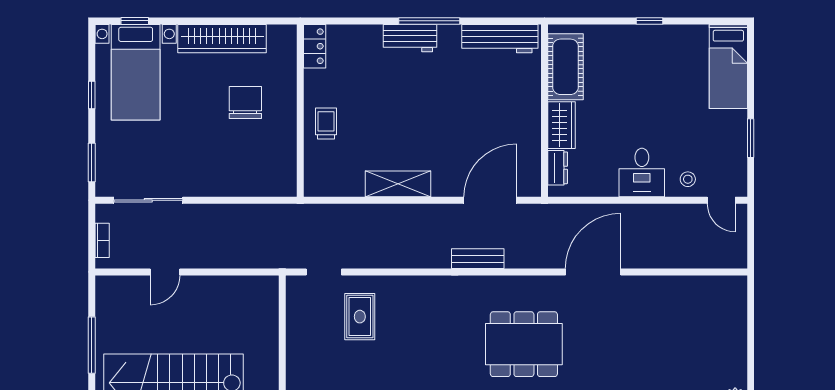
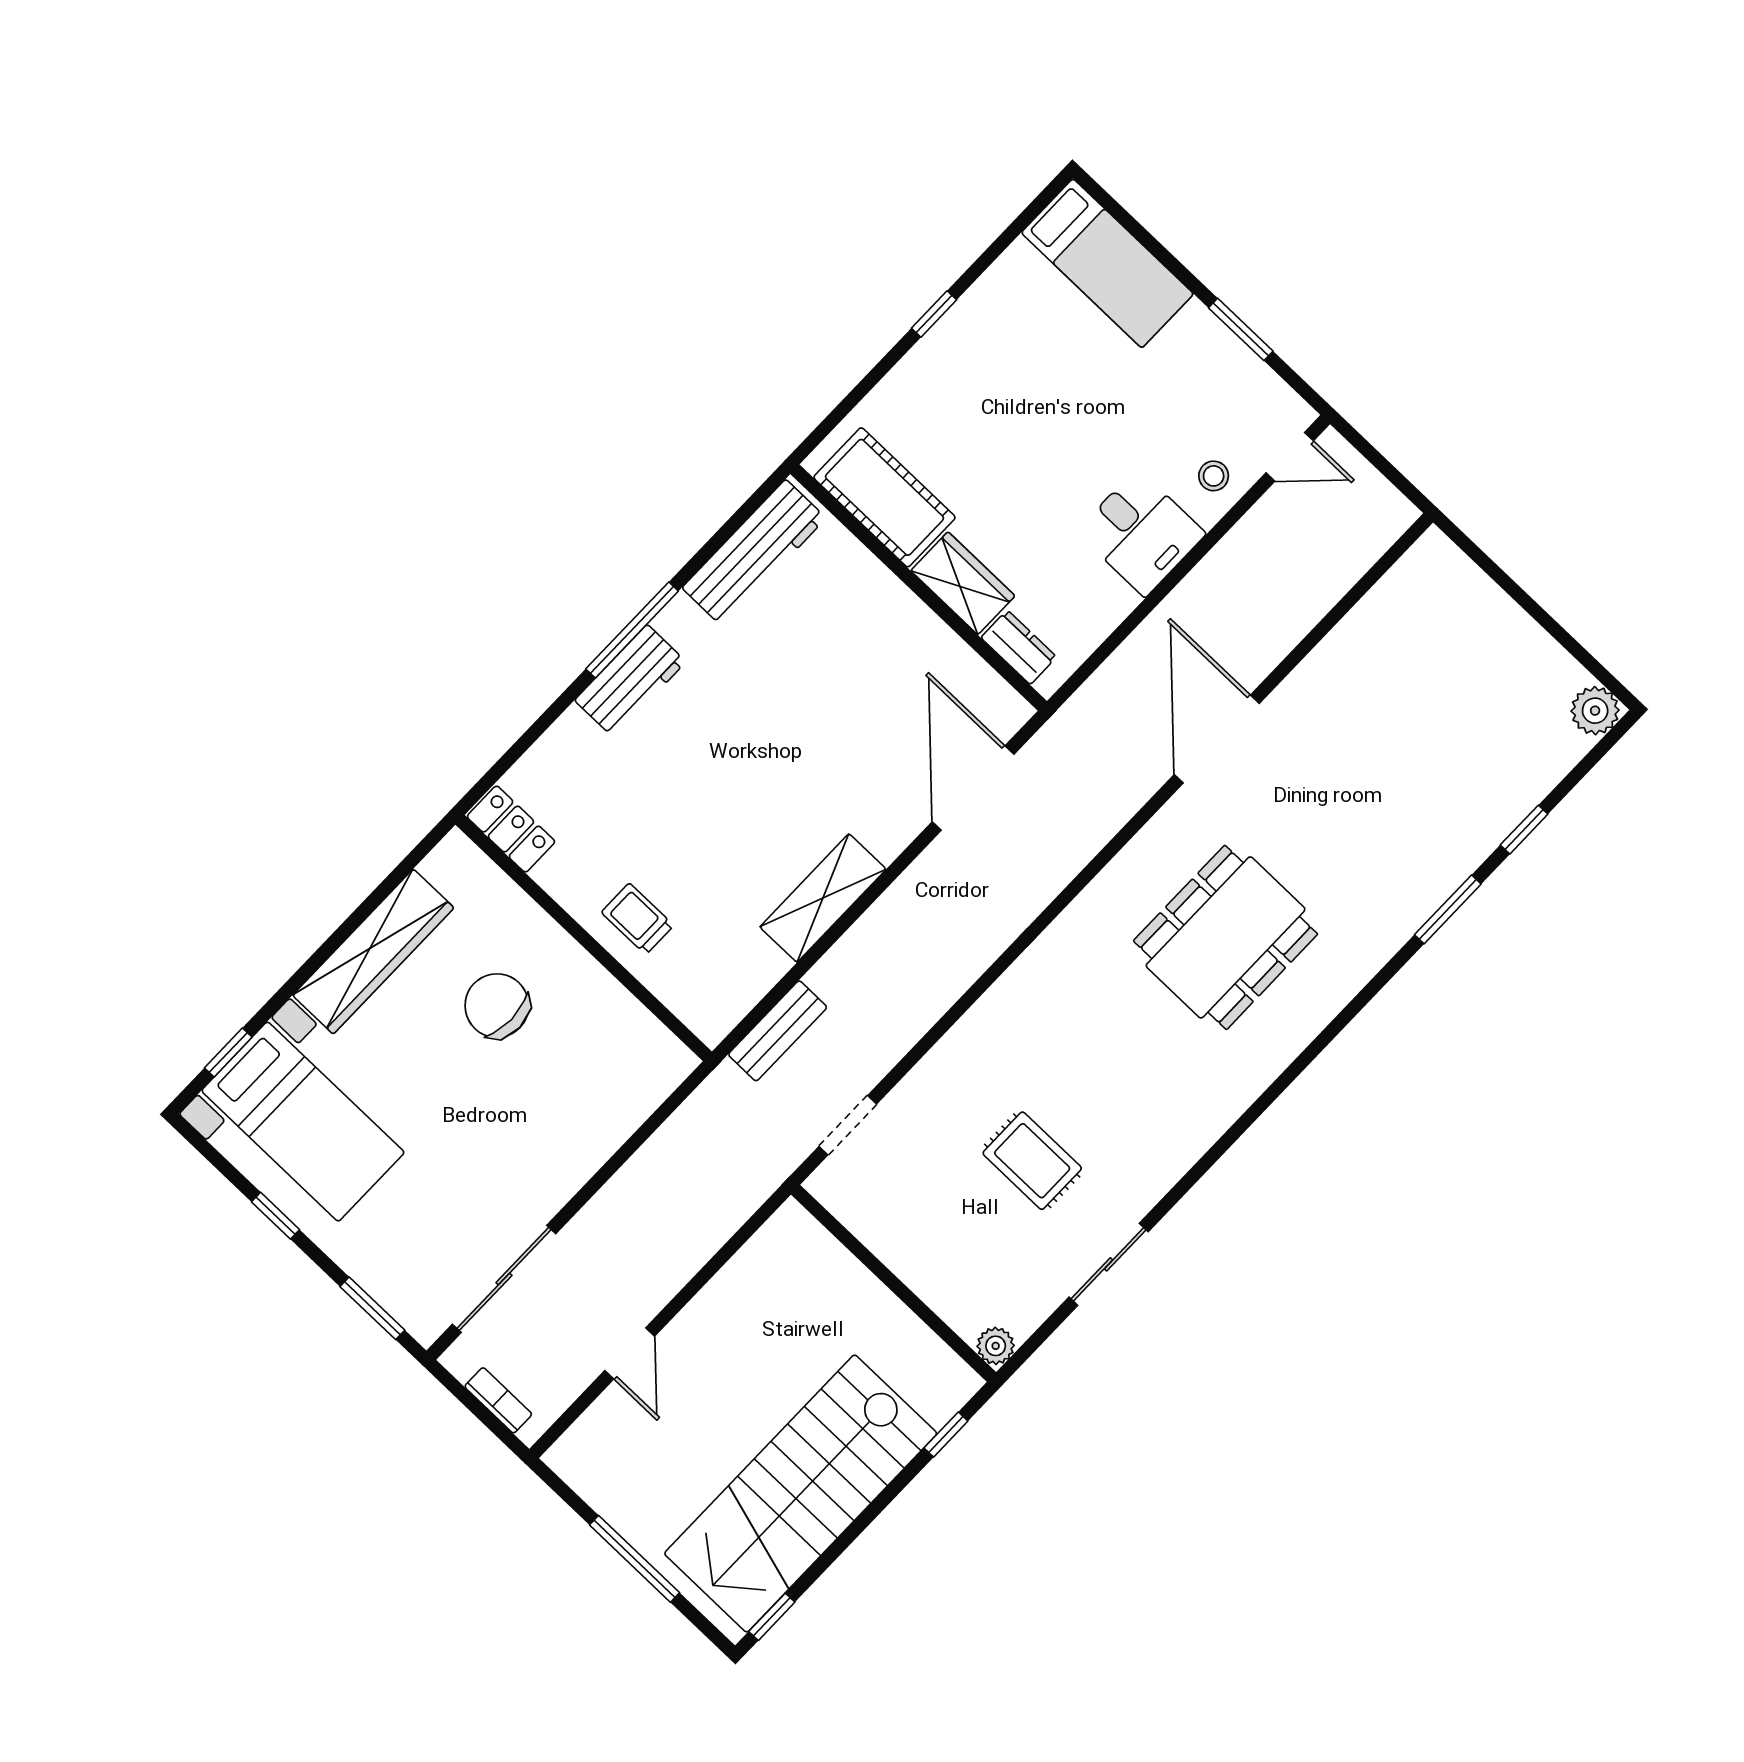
bench: (478, 259) -> (778, 1031), moved
rug: (360, 317) -> (1032, 1161), moved

